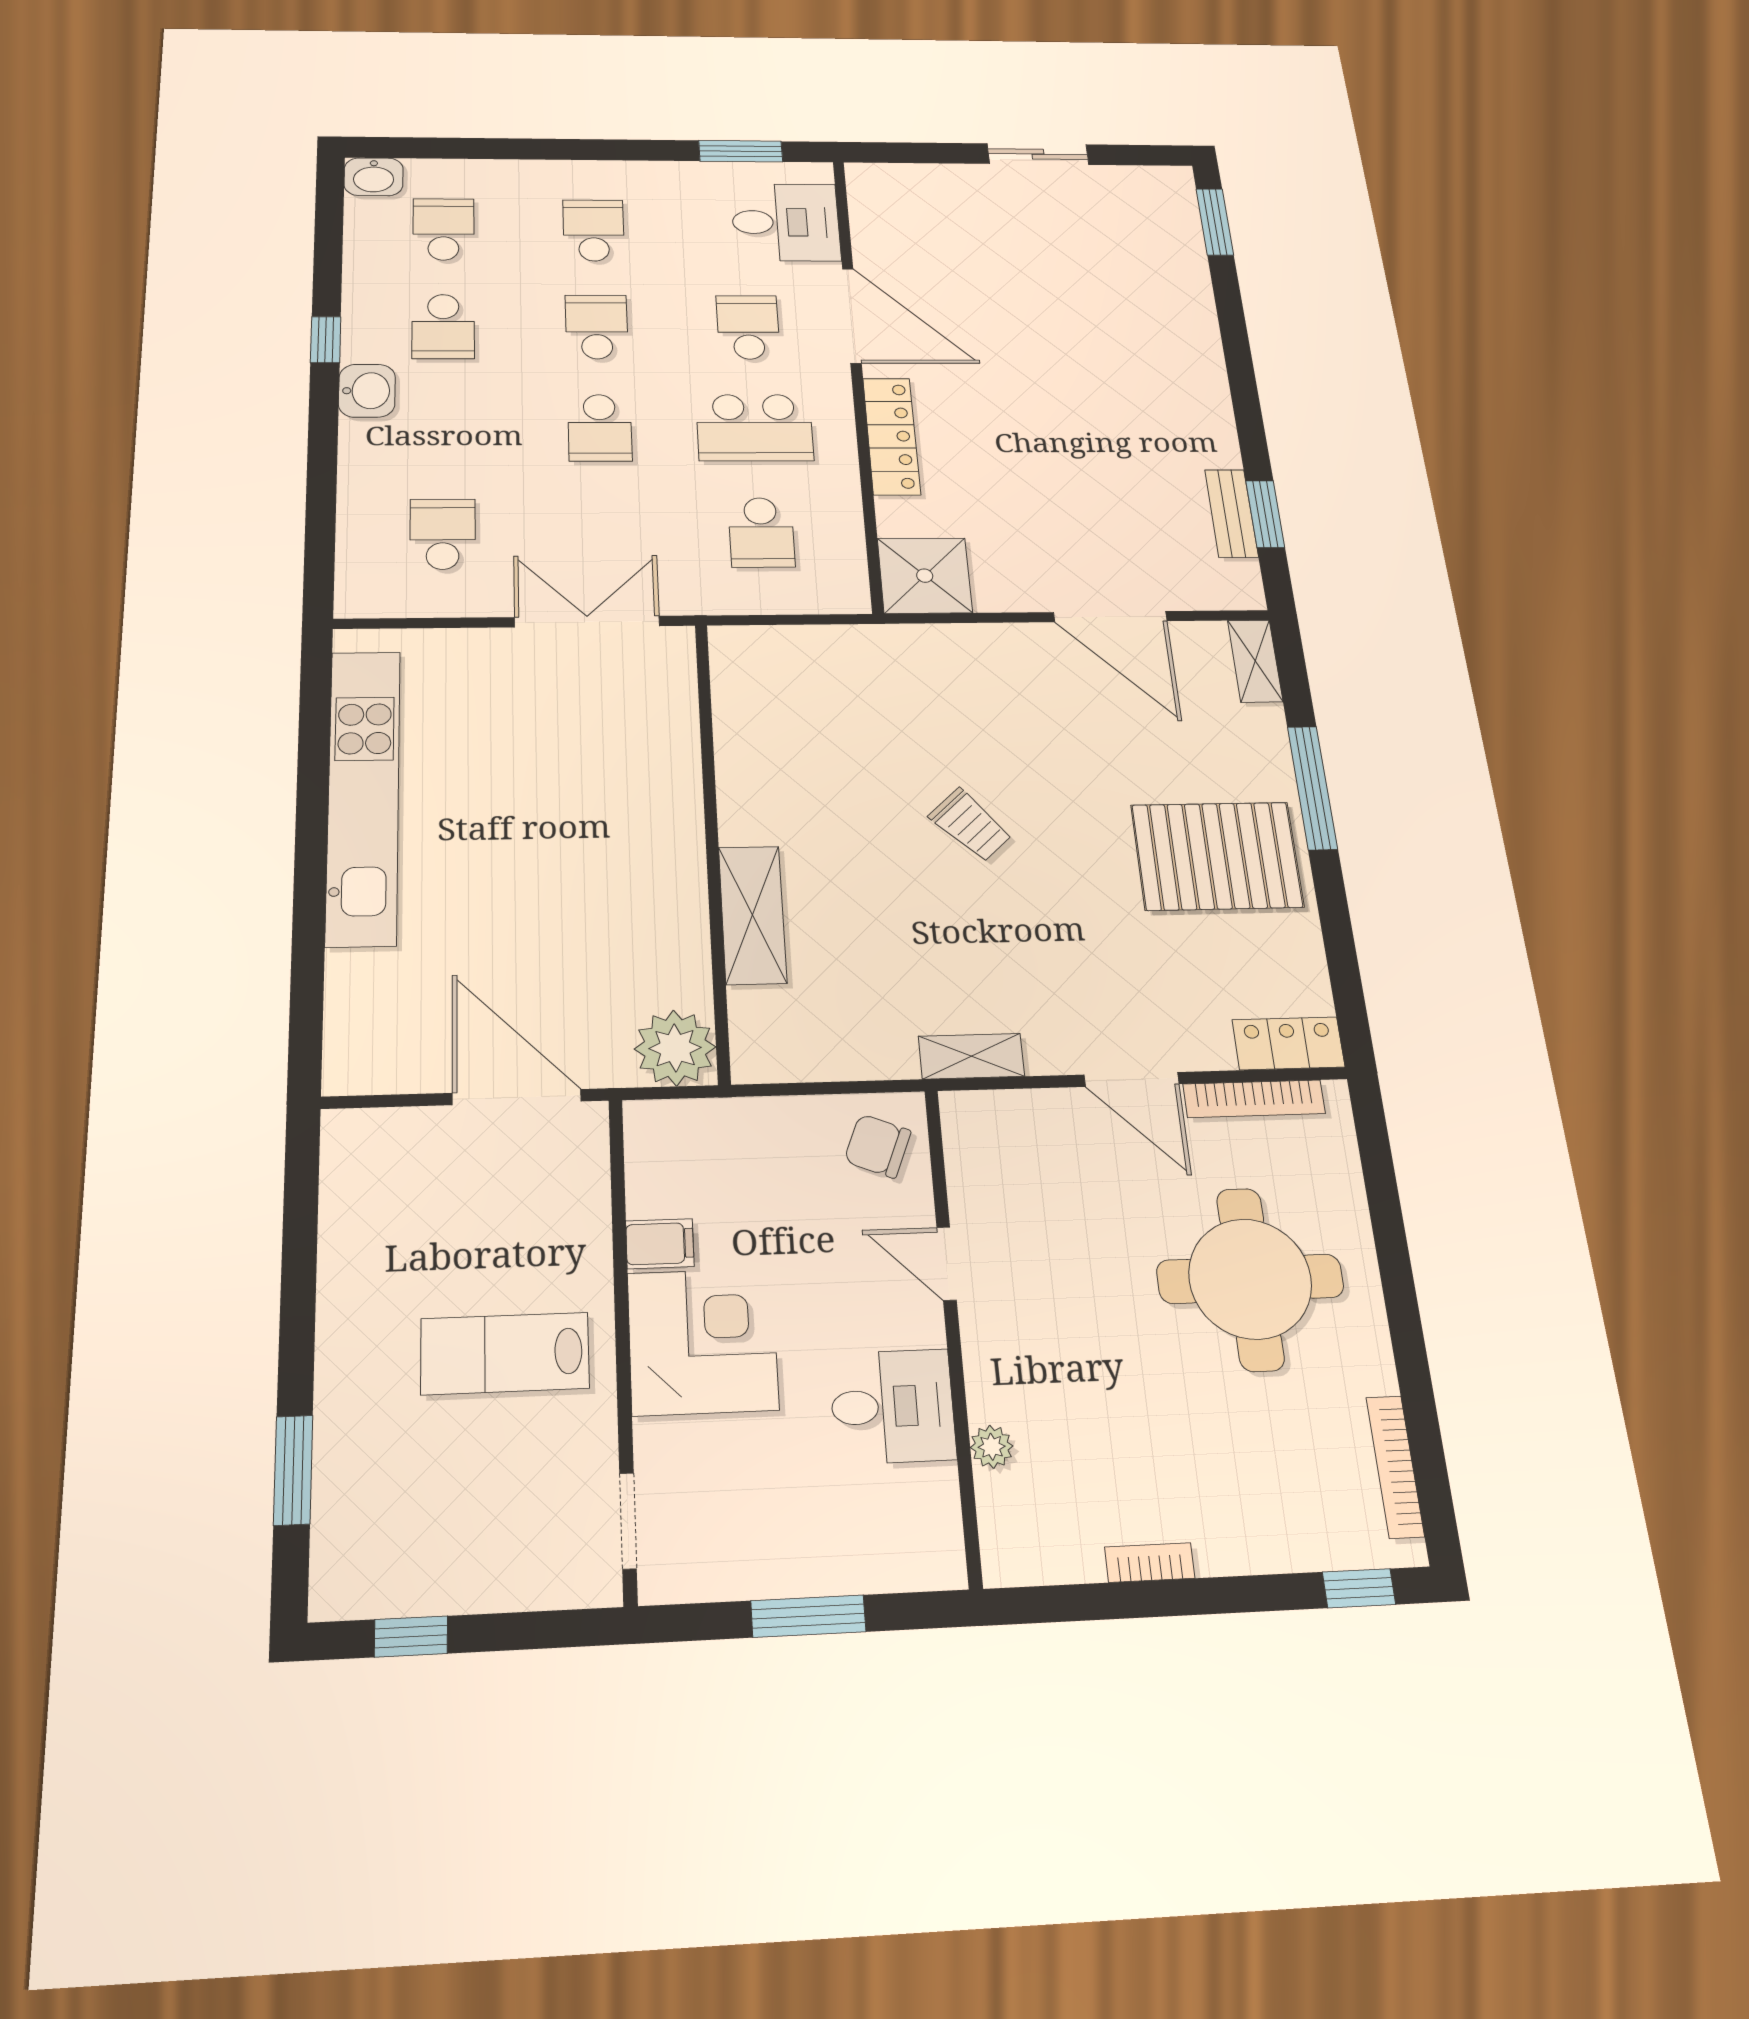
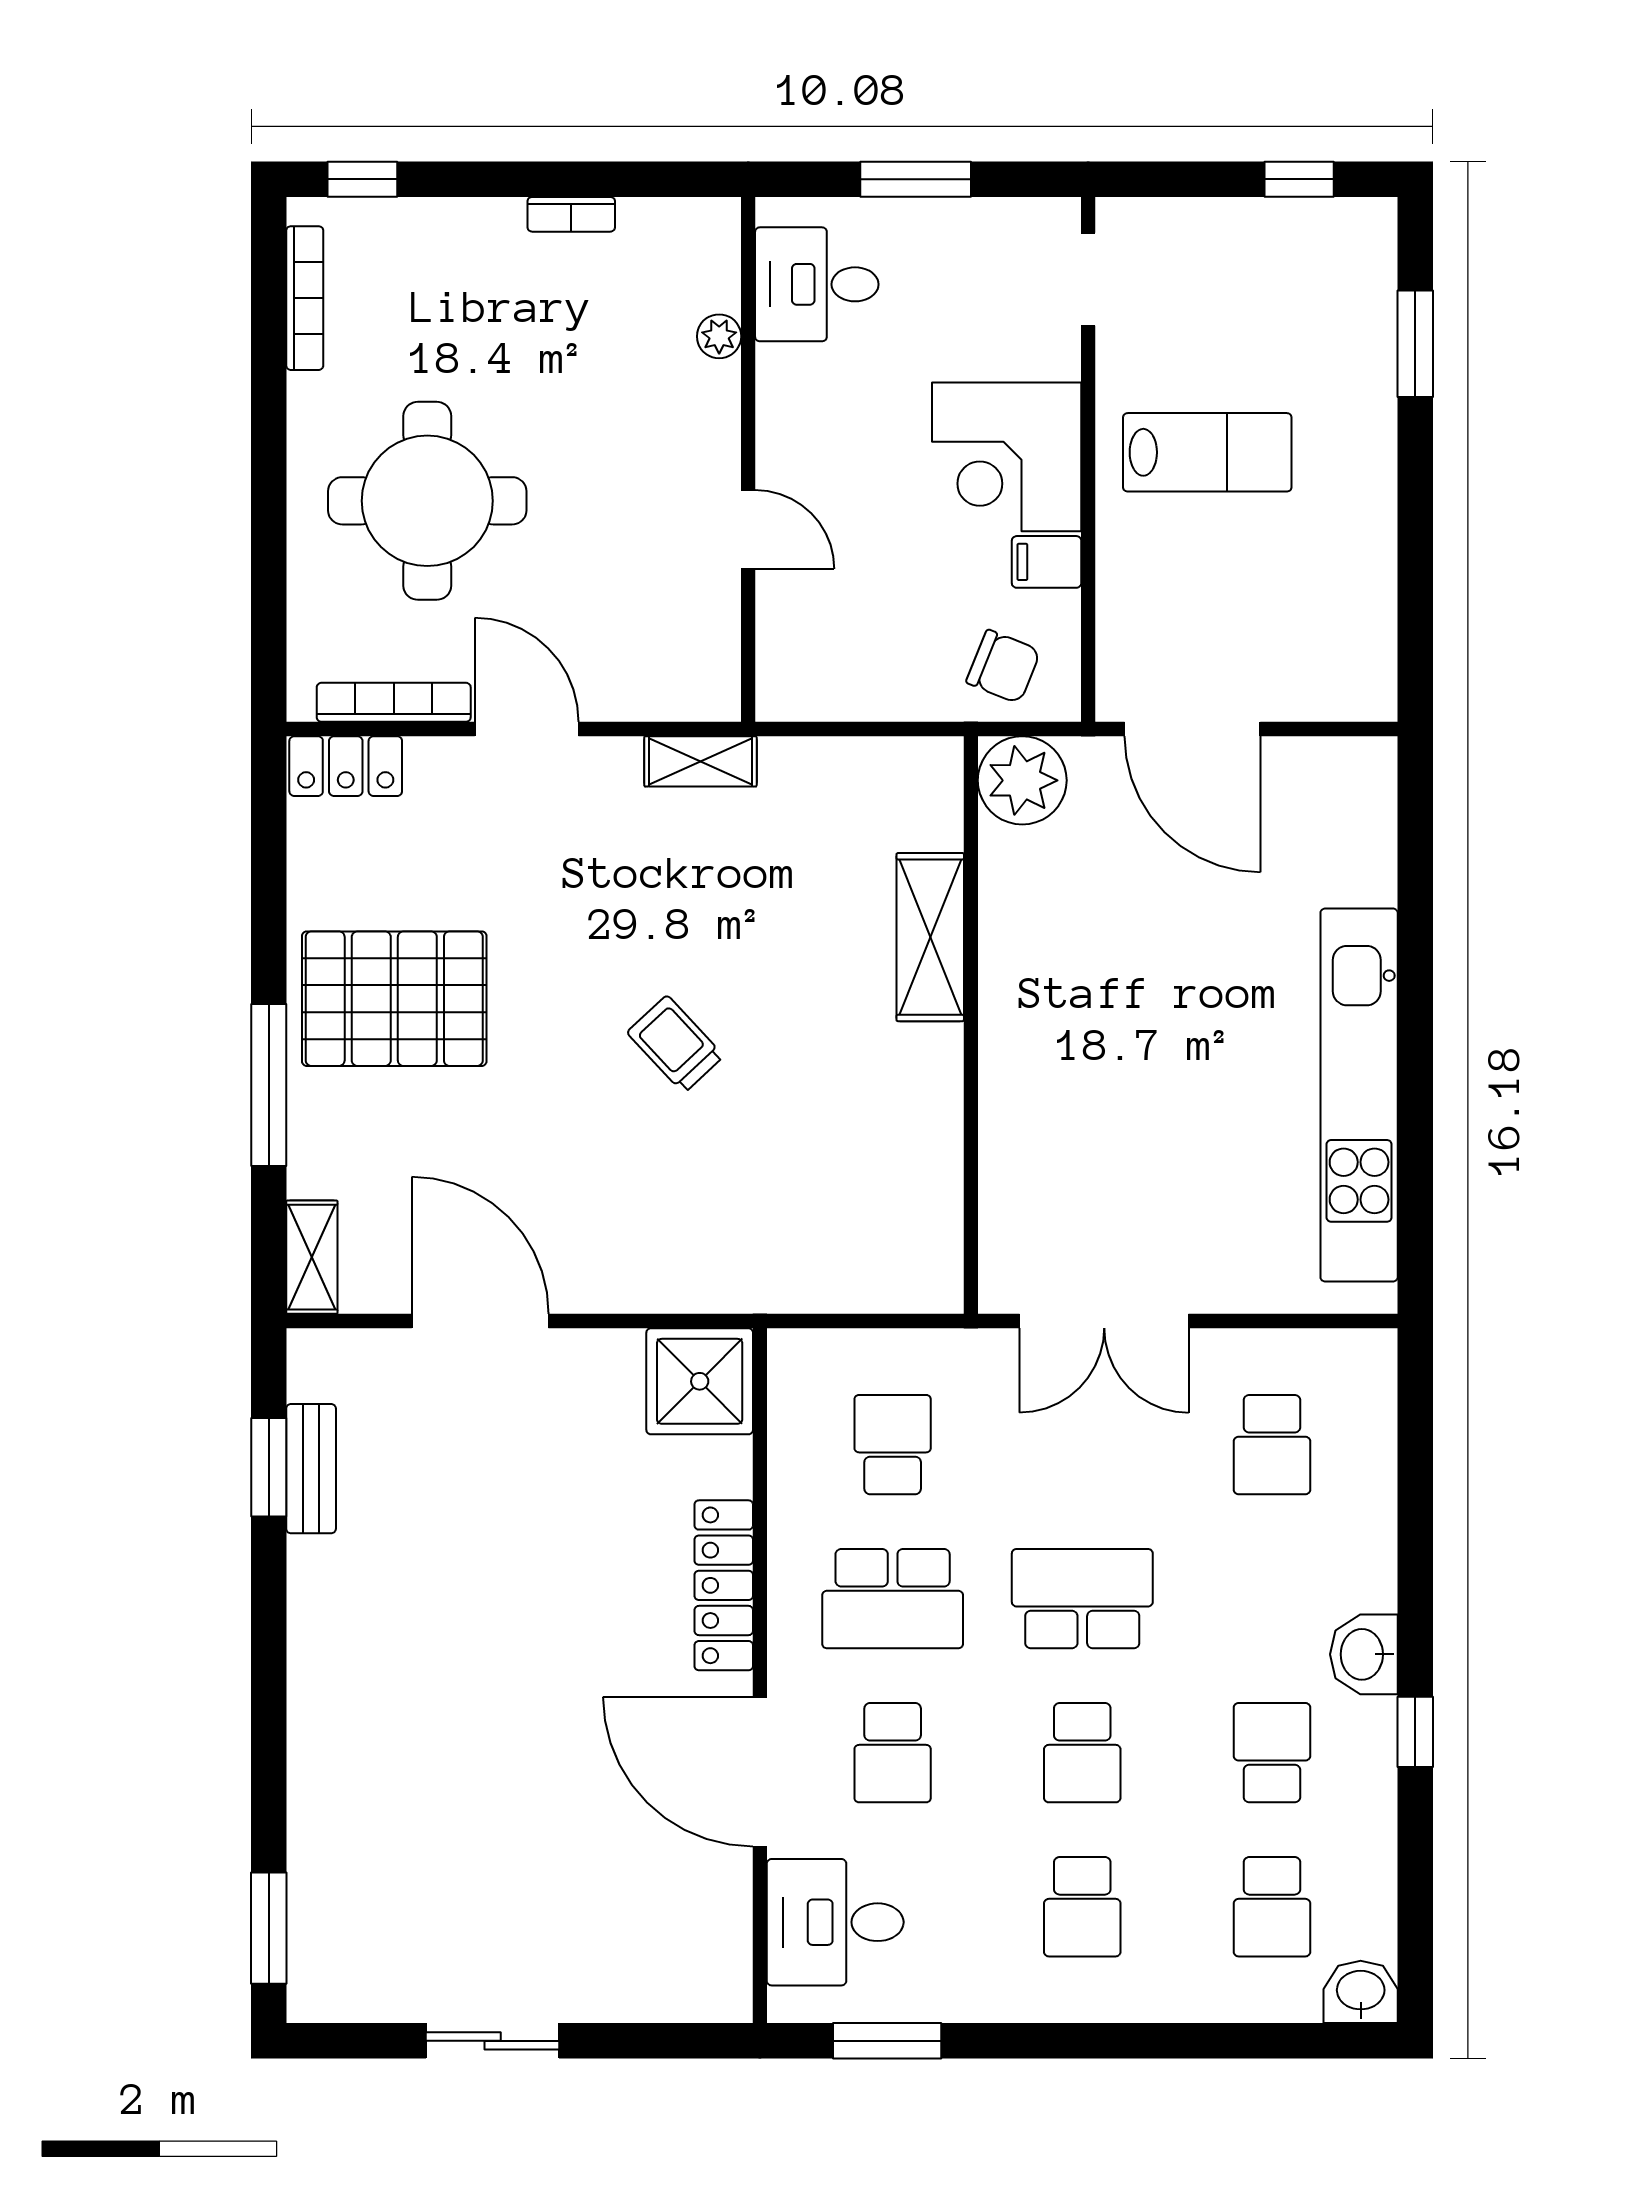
school desk: (600, 428) -> (1082, 1599), width x1.85
school desk: (755, 428) -> (893, 1599), turned 180
chair: (878, 1146) -> (1003, 667), moved
desk: (892, 1406) -> (817, 284), moved

